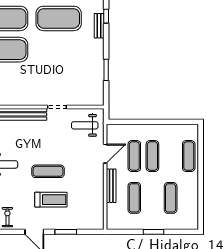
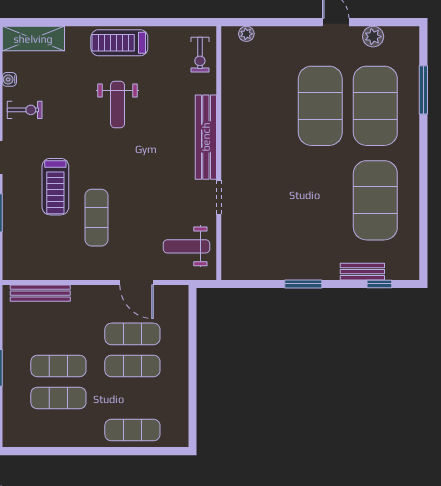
window: (106, 70) -> (303, 284), moved
weight bench: (85, 125) -> (187, 246), turned -90
exercise mat: (48, 171) -> (96, 218), moved
bench: (111, 186) -> (40, 293), moved
exercise mat: (134, 198) -> (58, 366), moved

